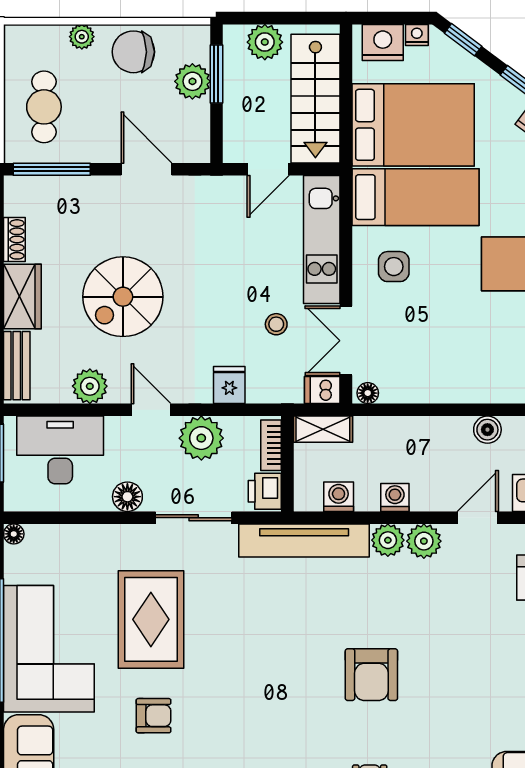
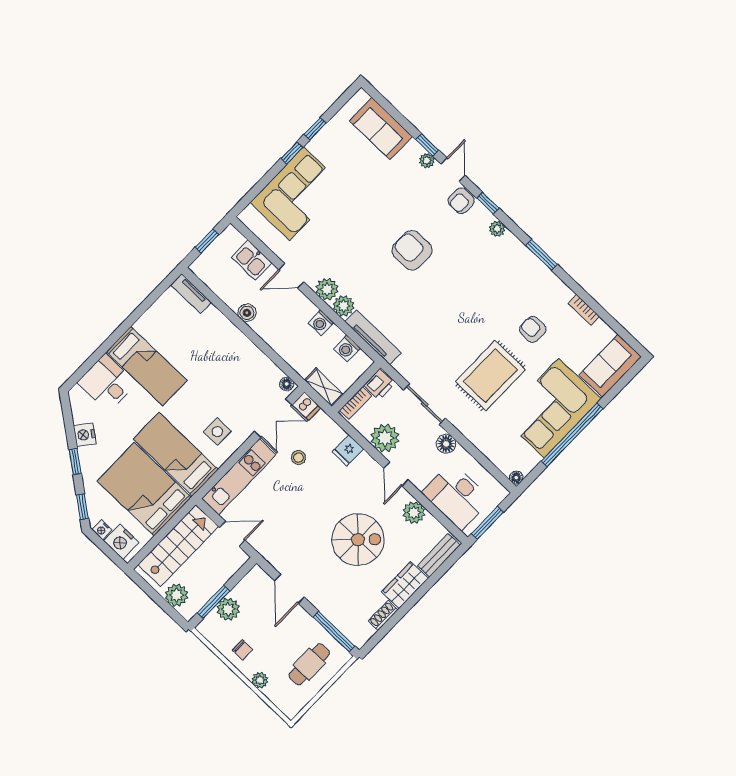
chair: (133, 52) -> (243, 650), width x0.54, depth x0.54
tv unit: (304, 541) -> (373, 337), width x0.73, depth x0.78
armchair: (371, 675) -> (412, 250), turned -90

